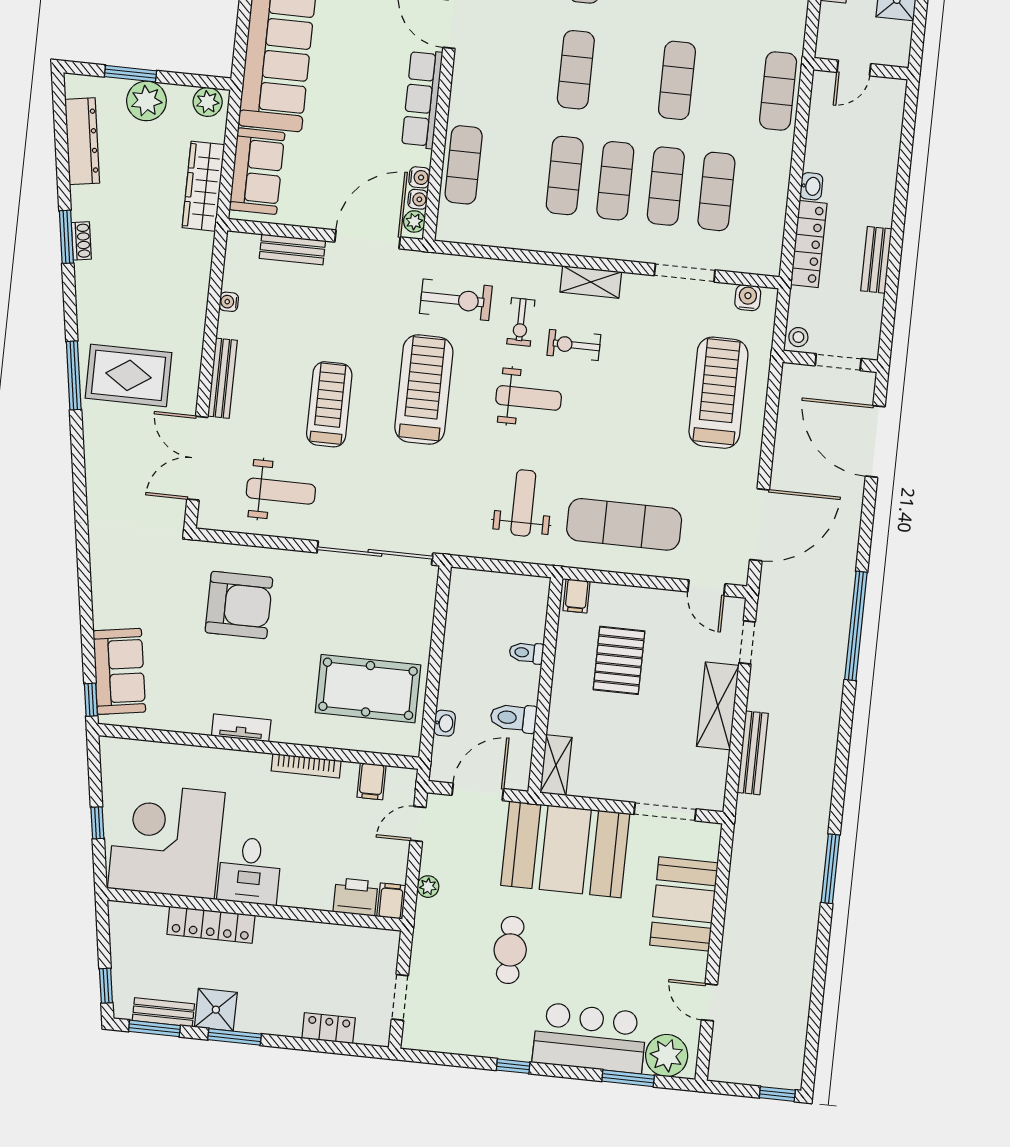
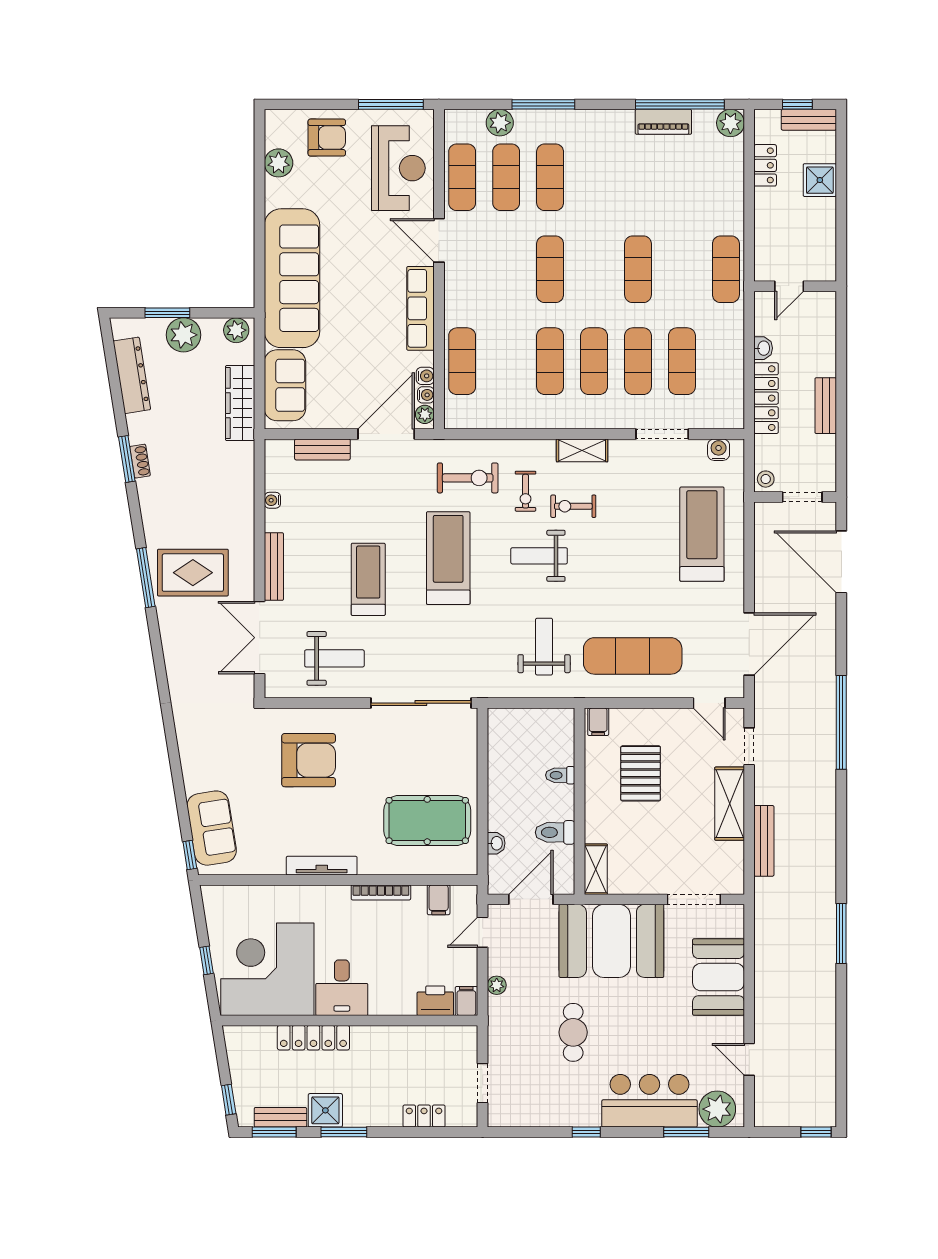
door: (854, 68) -> (789, 286), moved
wall: (861, 69) -> (795, 286), moved
weight bench: (529, 398) -> (539, 556), turned 180
tv unit: (241, 728) -> (322, 866), width x1.41

